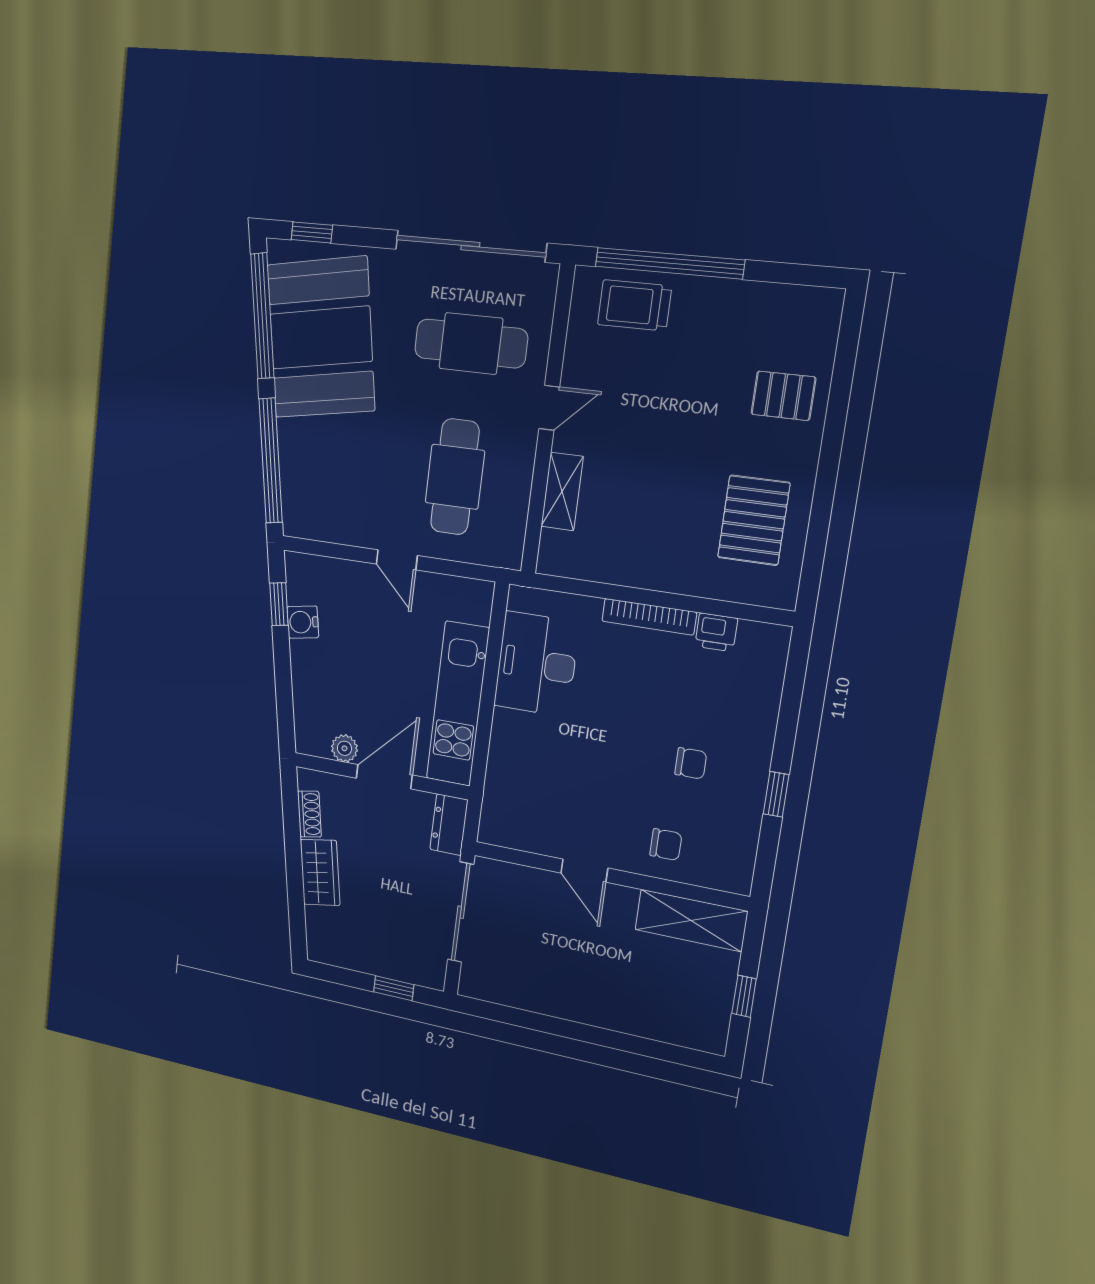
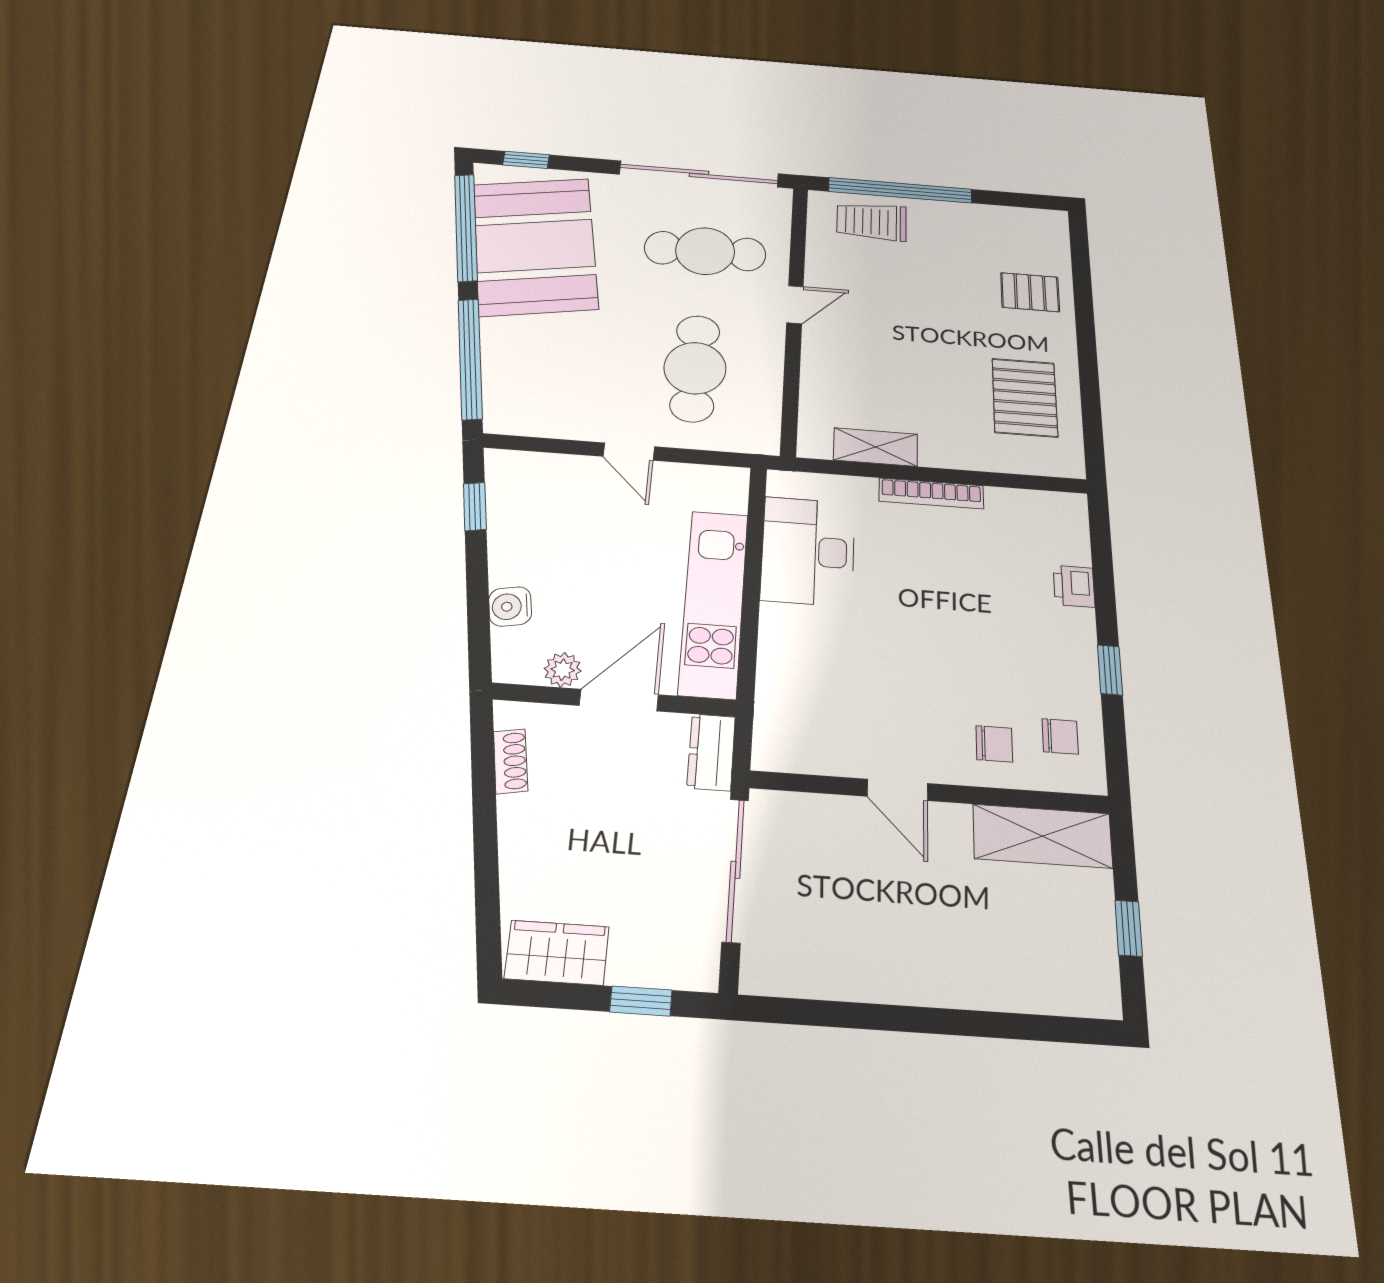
shelving: (562, 491) -> (876, 447), moved, turned 90
water cooler: (303, 622) -> (510, 606), moved
printer: (716, 632) -> (1074, 586), moved, turned 90
chair: (691, 763) -> (1060, 736), moved
wardrobe: (320, 872) -> (557, 953), moved, turned -80

